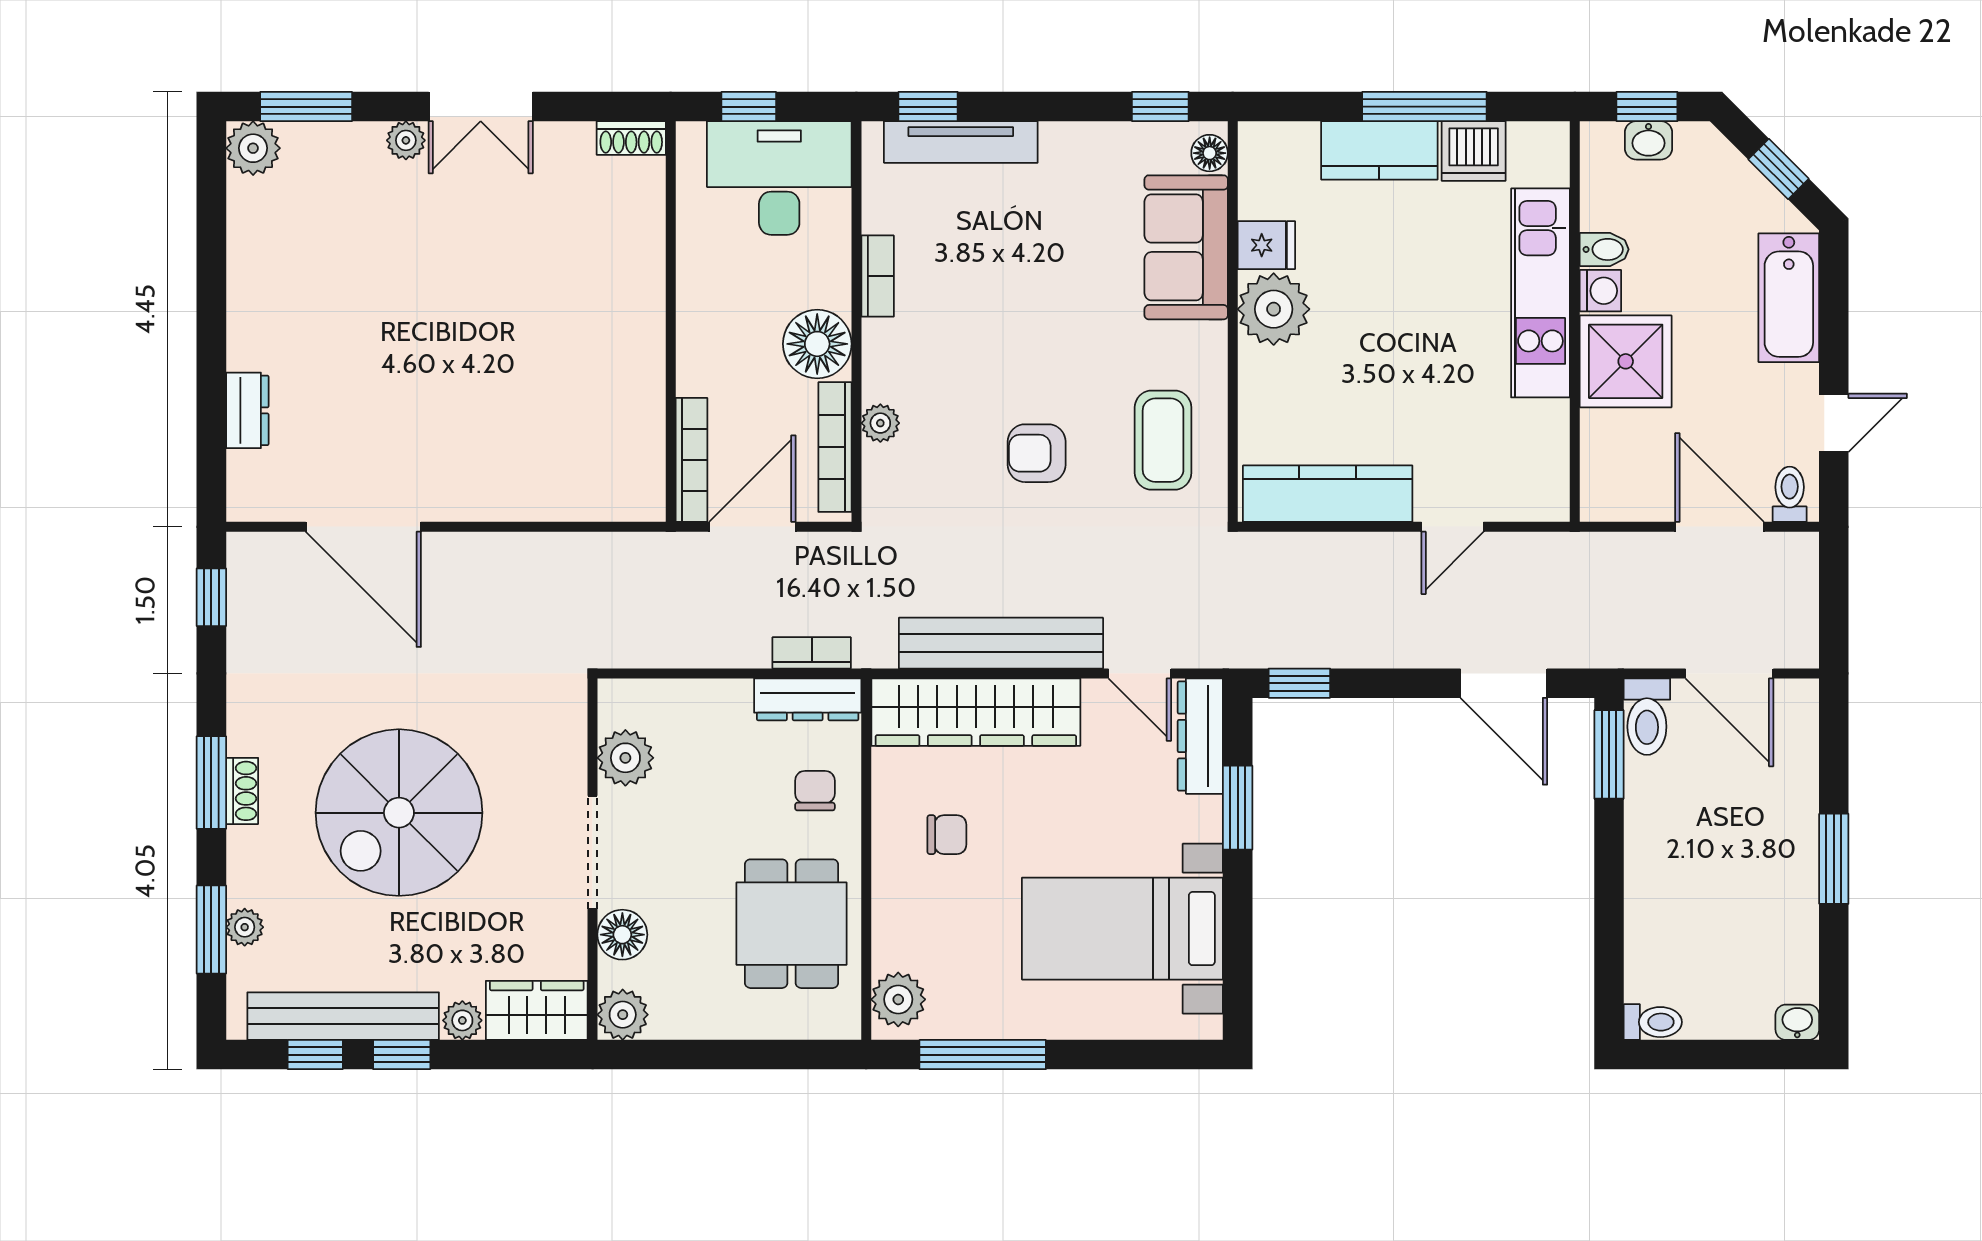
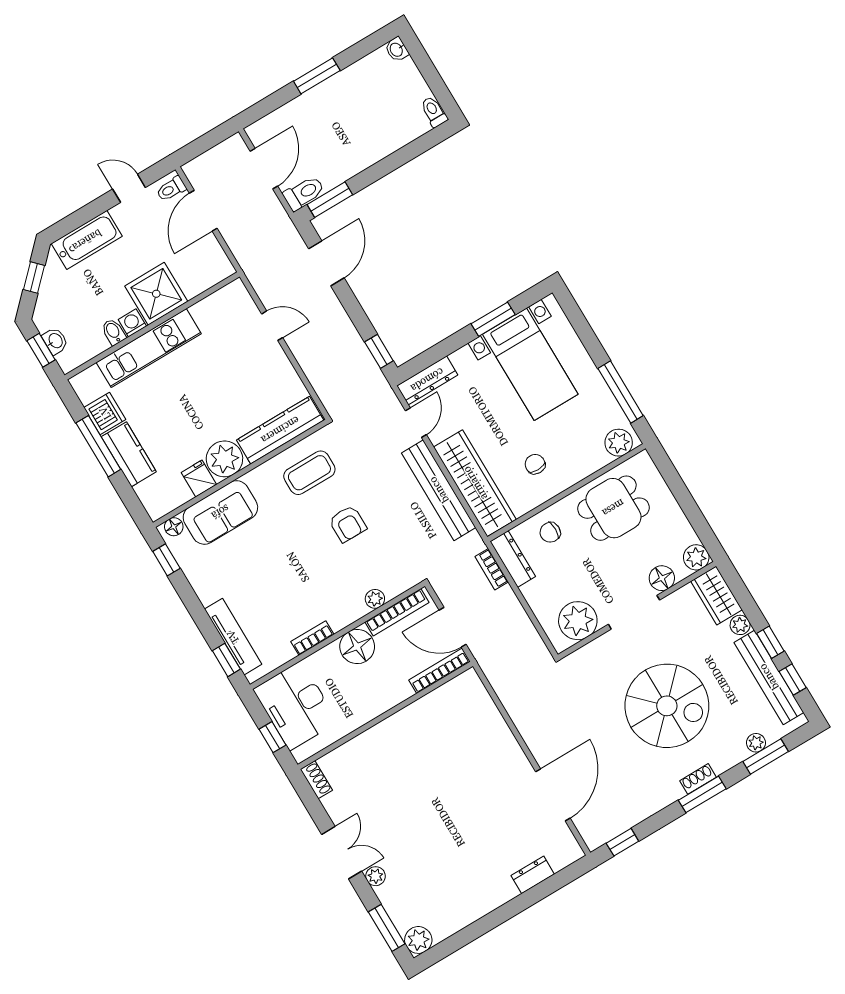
kitchen counter: (1328, 494) -> (280, 430), moved, turned 90
plant: (625, 758) -> (578, 621), width x1.36, depth x1.36
window: (1238, 808) -> (493, 319), moved

